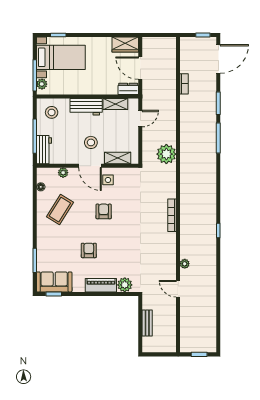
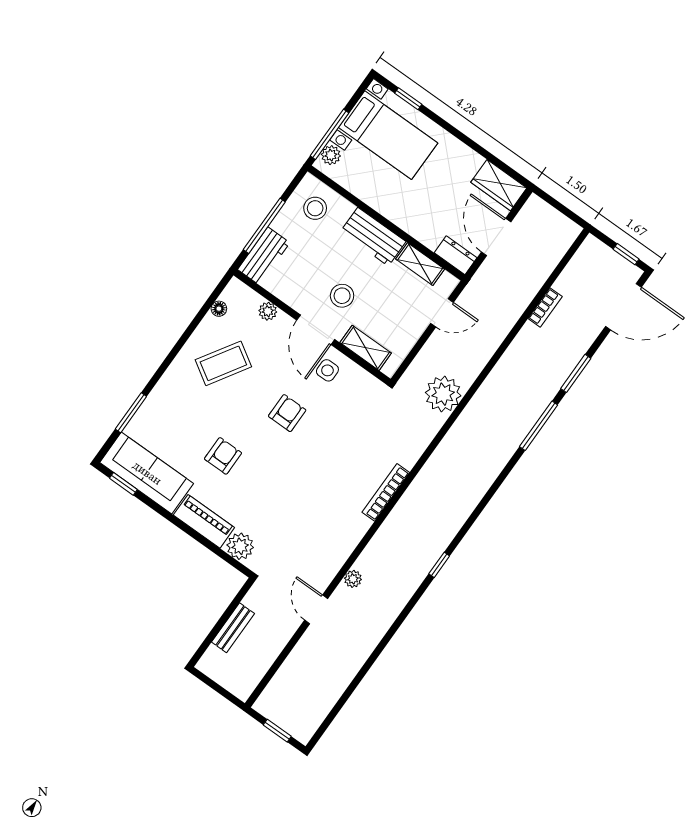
sofa: (54, 282) -> (147, 473), width x1.36

